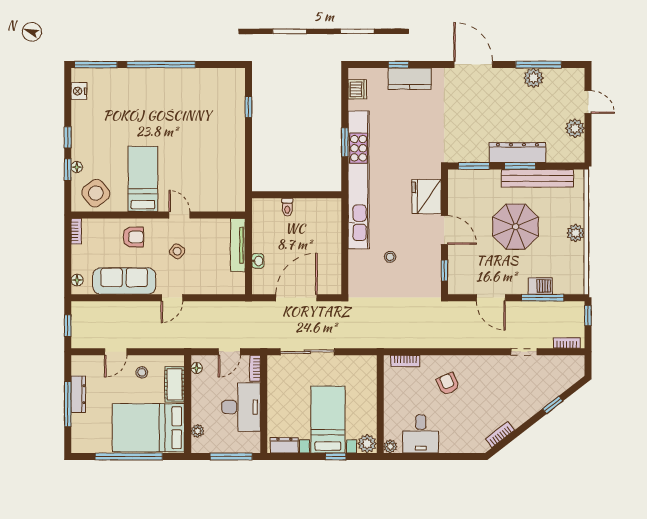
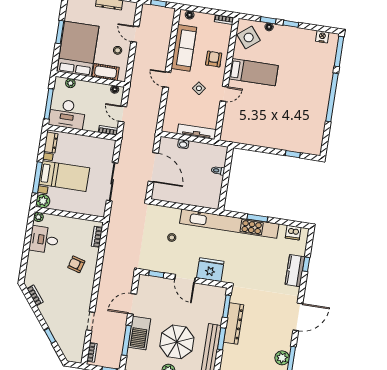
dresser: (517, 153) -> (234, 323), moved
parasol: (516, 227) -> (177, 342), moved
door: (444, 230) -> (185, 279), hinge flipped
armchair: (133, 237) -> (214, 59), turned 180
barbecue: (540, 286) -> (139, 333), width x1.88, depth x1.53
sliding door: (307, 352) -> (112, 182), moved
armchair: (448, 384) -> (76, 264), turned -140
desk: (241, 407) -> (67, 114), moved
window: (129, 457) -> (60, 32), width x0.47
window: (336, 457) -> (37, 178), width x2.17

